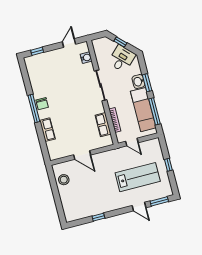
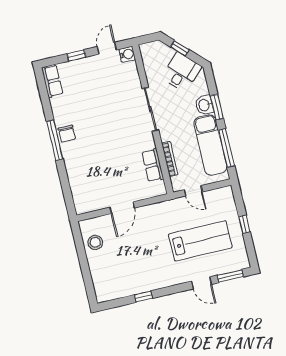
window: (37, 51) -> (76, 55), moved
water cooler: (86, 58) -> (127, 54), moved
row of seats: (47, 130) -> (52, 81), moved
door: (82, 155) -> (122, 208), hinge flipped

